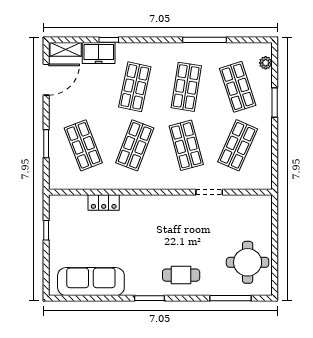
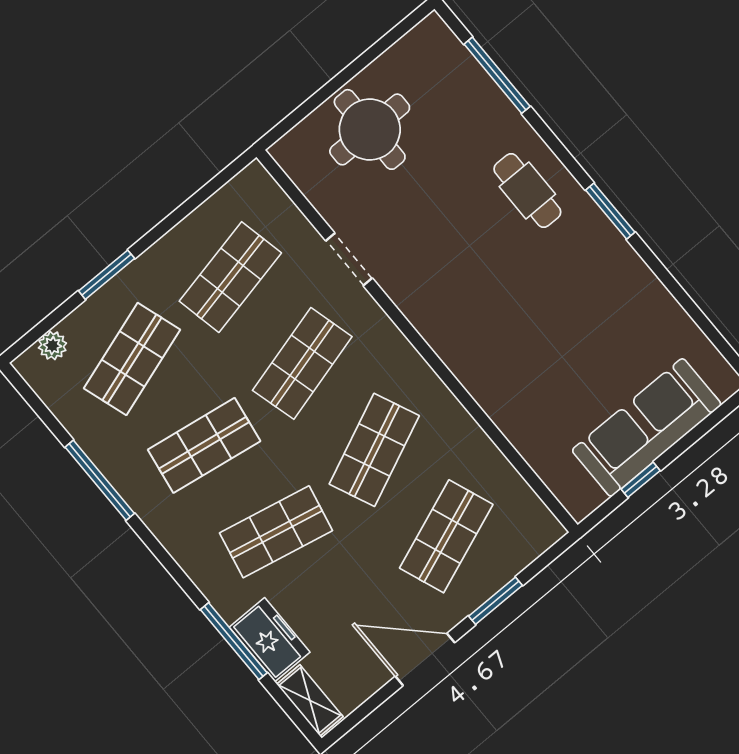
window: (109, 40) -> (234, 641), width x2.17
door: (46, 80) -> (425, 659), moved
shop shelf: (135, 145) -> (374, 450), turned -45
shop shelf: (238, 145) -> (230, 277), turned -36
locker: (104, 203) -> (514, 422), removed
round table: (248, 262) -> (370, 129), moved
sofa: (91, 282) -> (647, 427), moved, turned 90

